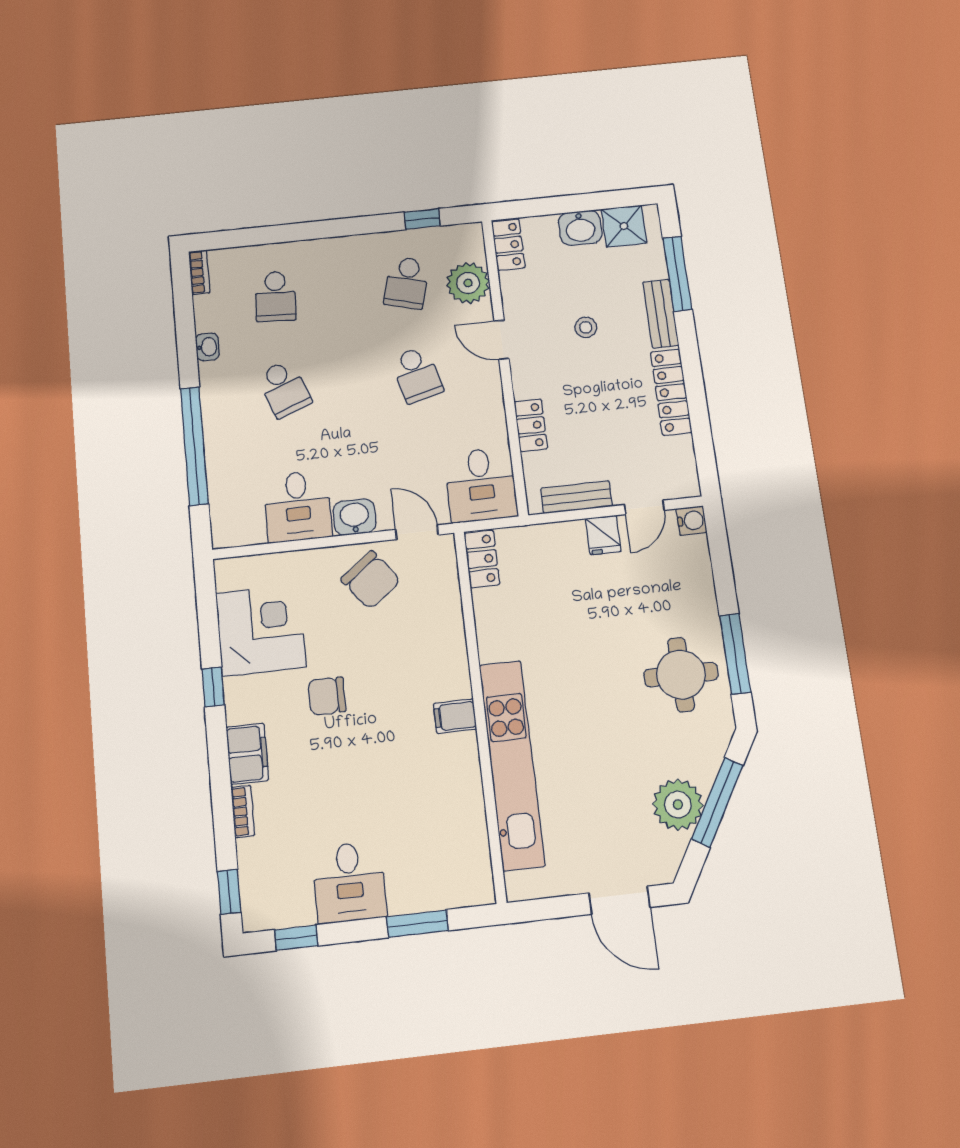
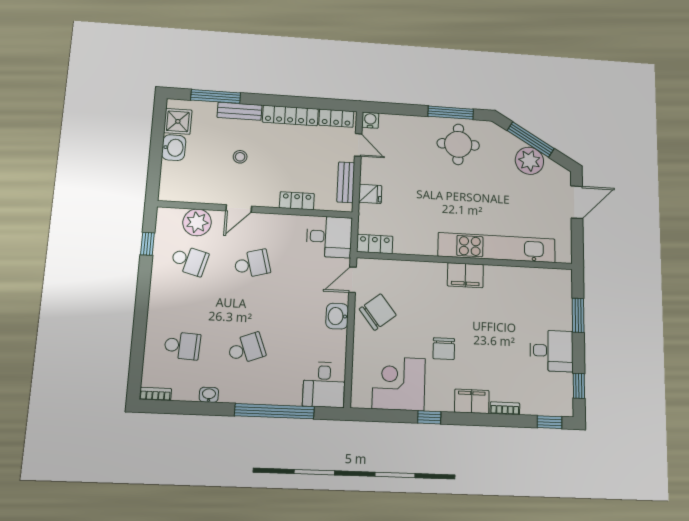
locker: (508, 245) -> (336, 118), moved, turned 180
desk: (298, 506) -> (324, 385), moved, turned 90
fridge: (603, 535) -> (370, 194), moved
filing cabinet: (455, 716) -> (465, 275), width x2.00

